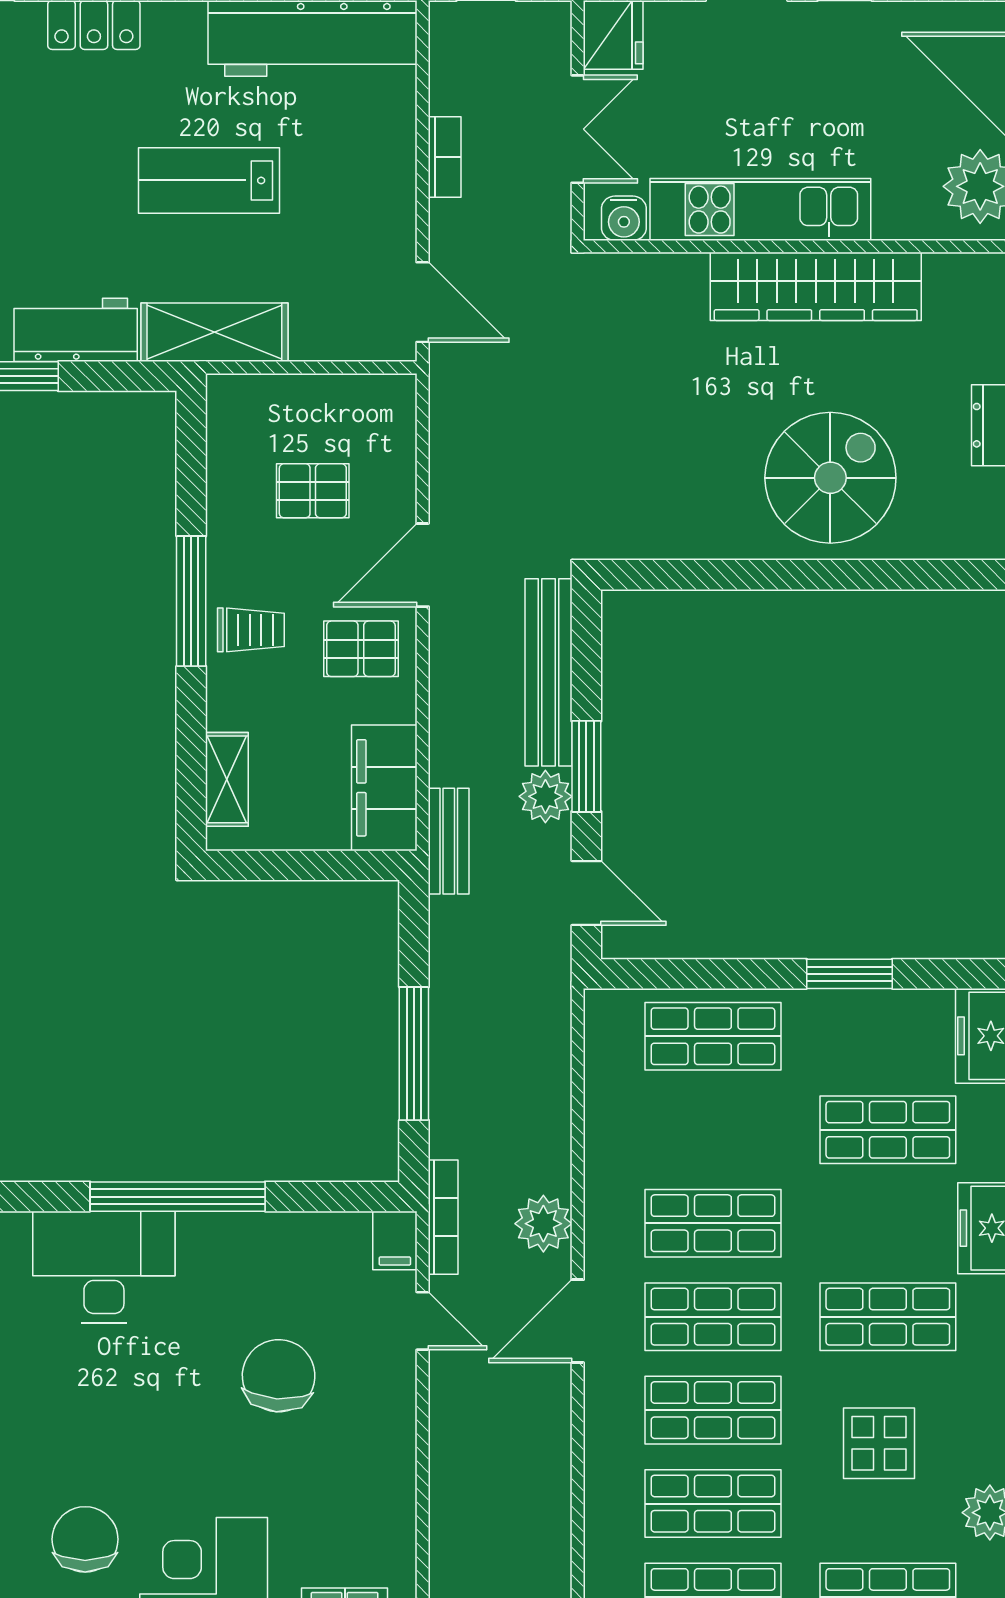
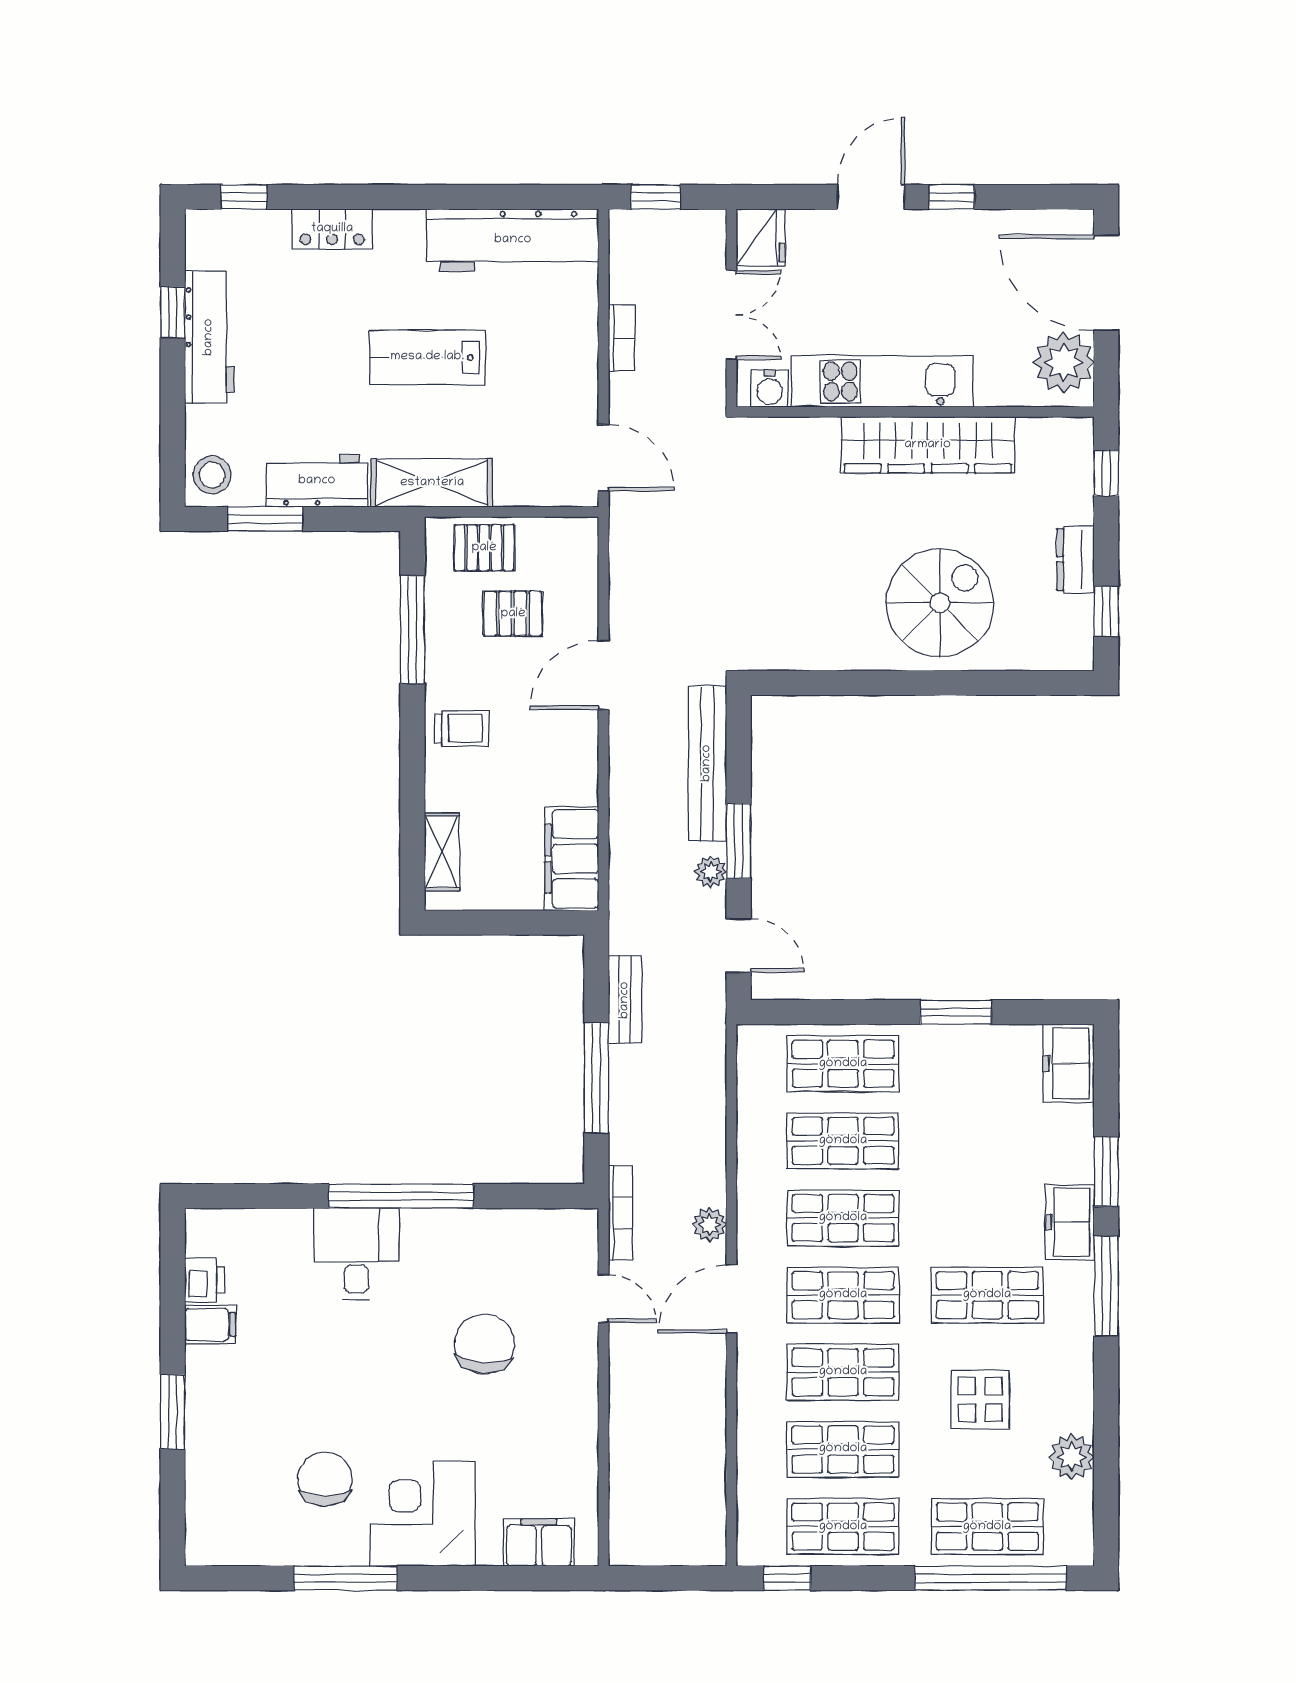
window: (191, 601) -> (412, 630), moved
pallet: (361, 649) -> (484, 548), moved
plant: (545, 796) -> (711, 872), width x0.73, depth x0.73
bench: (449, 841) -> (625, 1000), moved
shop shelf: (888, 1130) -> (843, 1141), moved
plant: (543, 1224) -> (709, 1225), width x0.73, depth x0.73
filing cabinet: (395, 1240) -> (580, 1232), removed
desk: (104, 1267) -> (356, 1254), width x0.73

